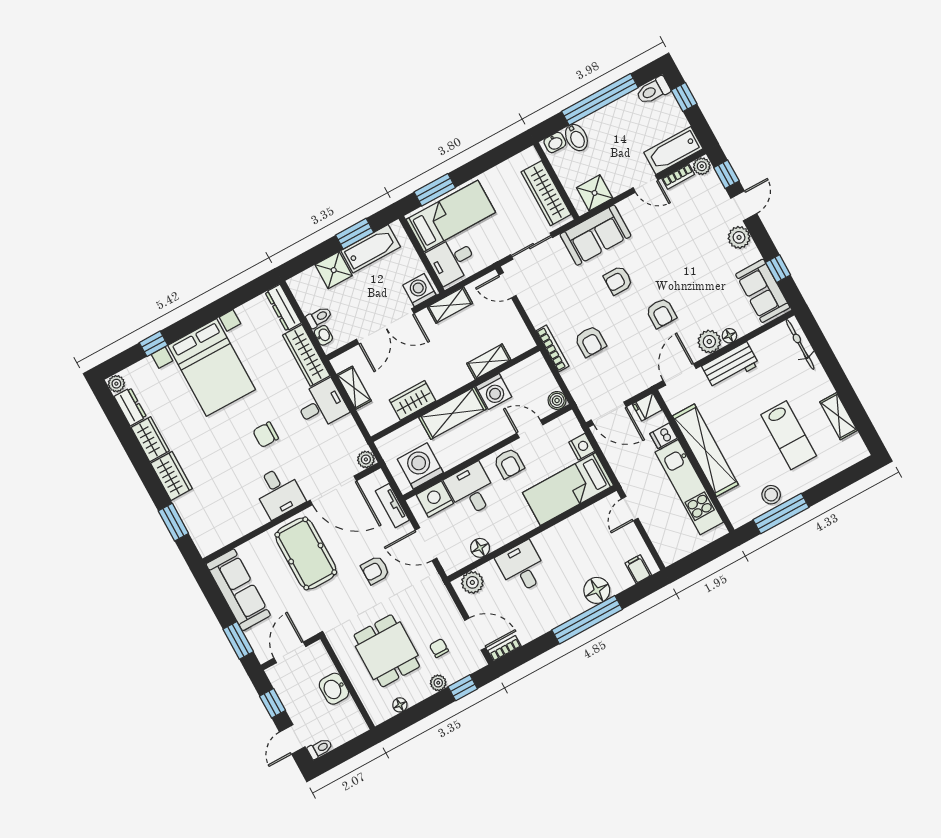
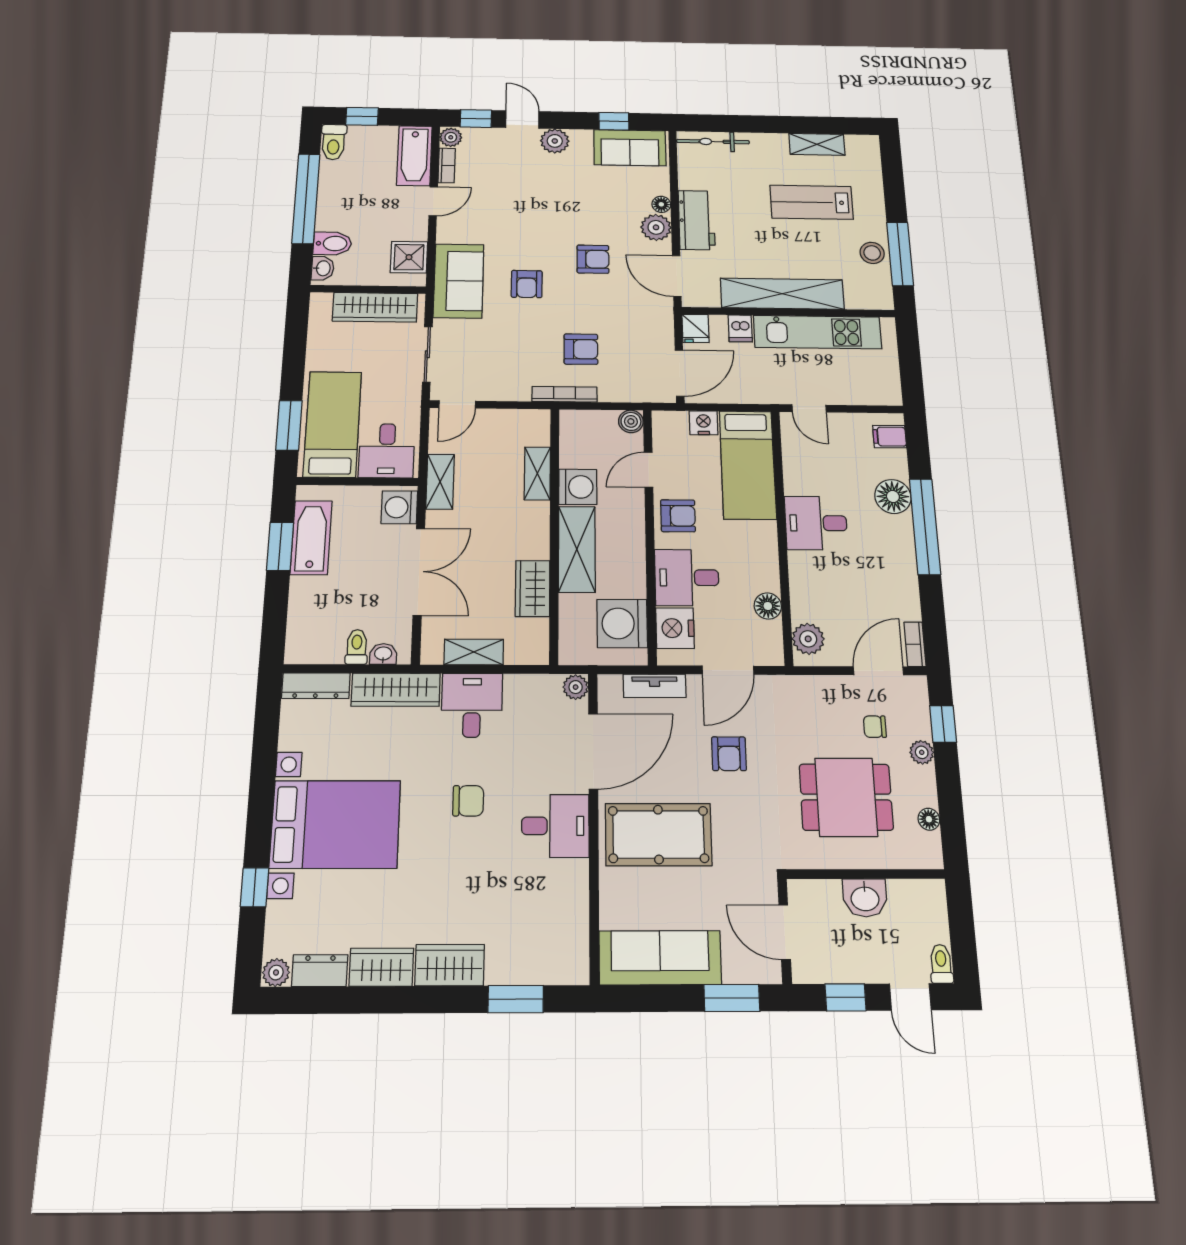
shower: (334, 270) -> (309, 596), removed
chair: (266, 435) -> (468, 801), turned -90
lab bench: (789, 435) -> (812, 202), turned 180
desk: (522, 567) -> (816, 523), moved

